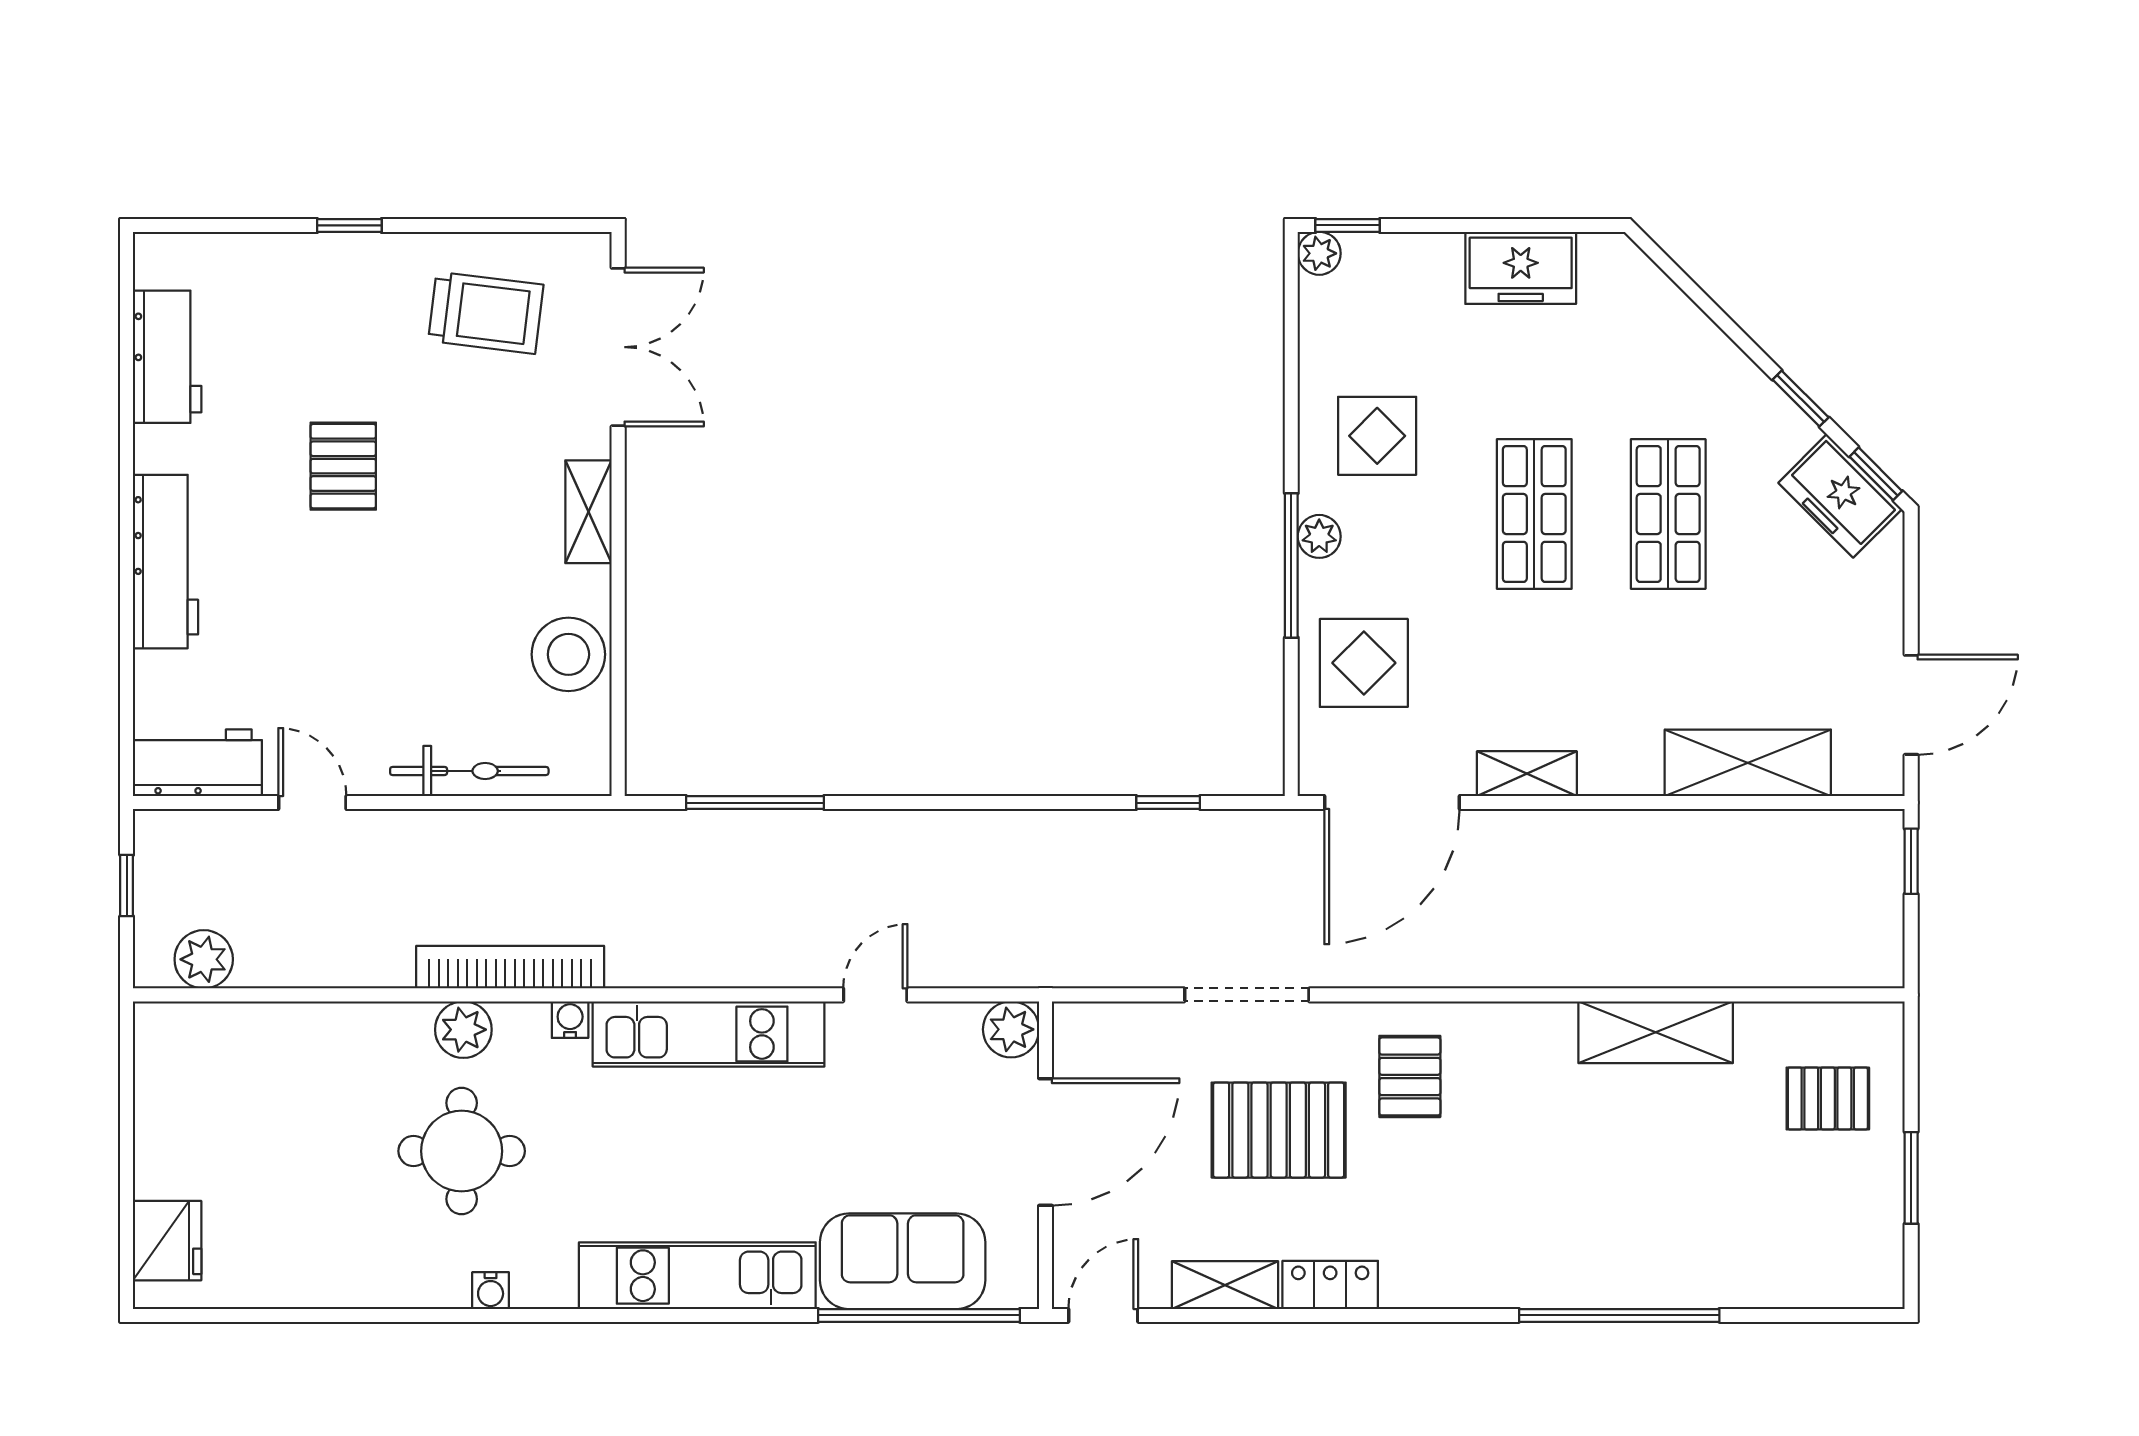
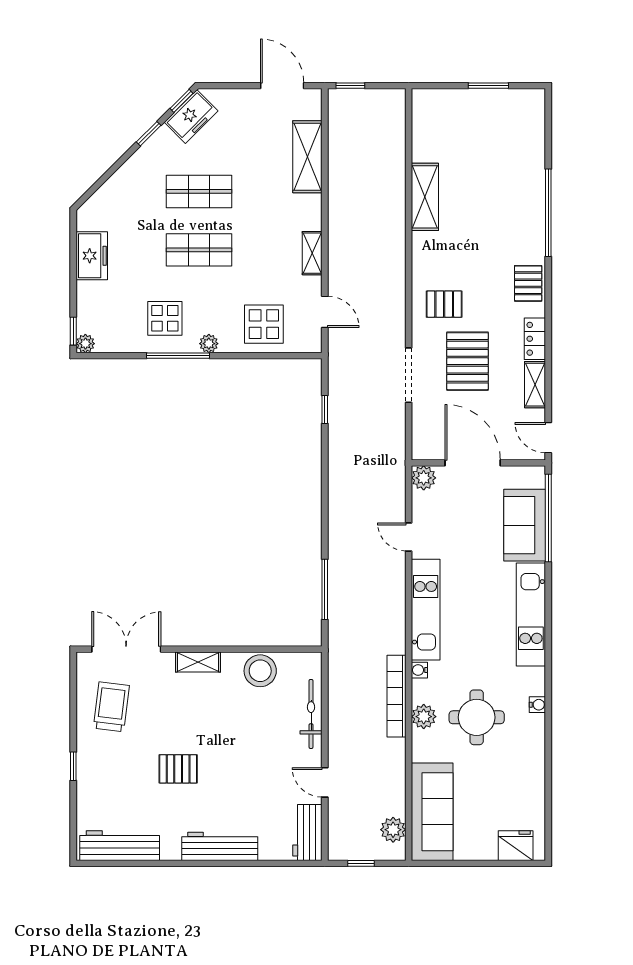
workbench: (167, 357) -> (120, 846), width x1.37
window: (1291, 565) -> (178, 356), moved
door: (312, 803) -> (325, 782), hinge flipped
door: (1392, 803) -> (325, 312), width x0.53
sofa: (245, 1049) -> (432, 812), added
pallet: (1828, 1098) -> (528, 283), moved

